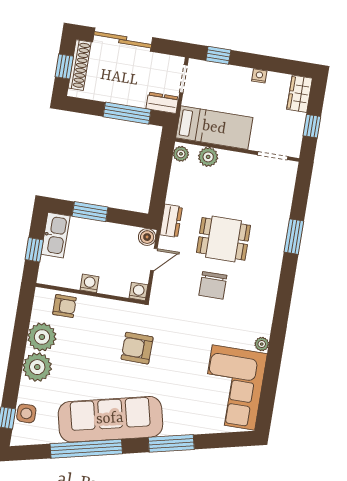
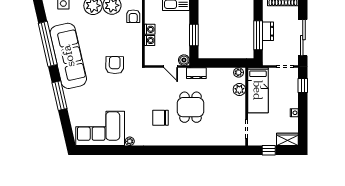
sliding door: (123, 40) -> (303, 38), moved
dresser: (162, 103) -> (268, 31), moved
window: (90, 212) -> (194, 35), moved
window: (294, 237) -> (199, 150), removed
chair: (213, 285) -> (161, 118), moved
washing machine: (138, 291) -> (150, 40), moved

